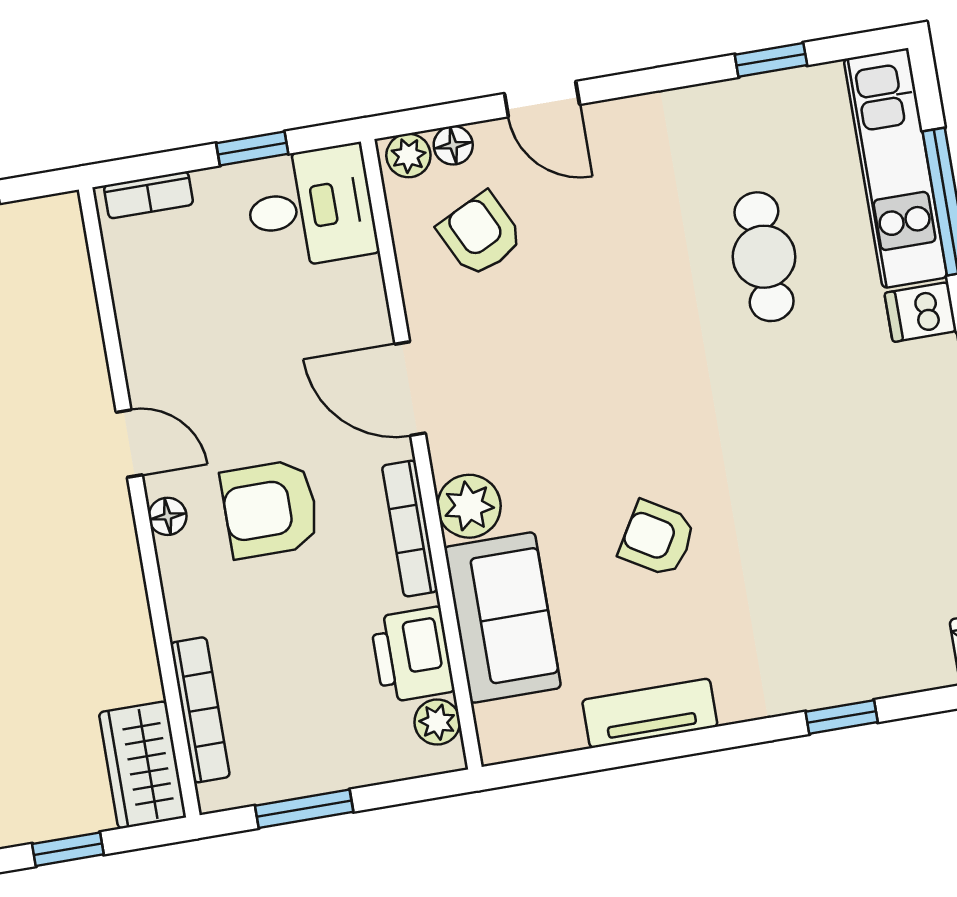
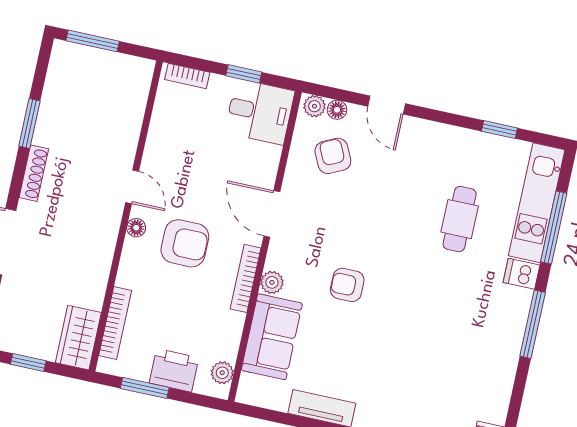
plant: (469, 506) -> (272, 282), width x0.73, depth x0.73
armchair: (270, 509) -> (185, 243), turned 180
armchair: (657, 538) -> (347, 285), moved, turned -31
printer: (412, 655) -> (174, 370), moved, turned 90

